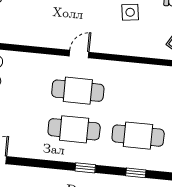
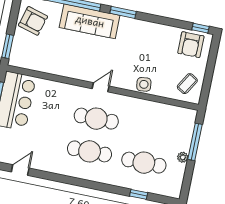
side table: (130, 12) -> (144, 84), moved
window: (85, 168) -> (96, 186), removed

